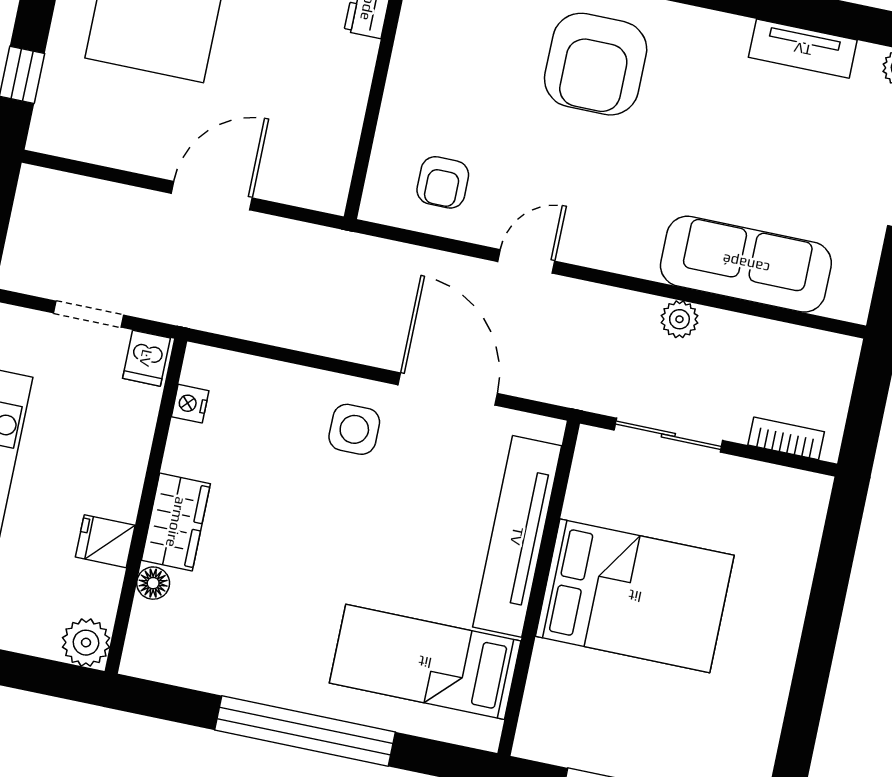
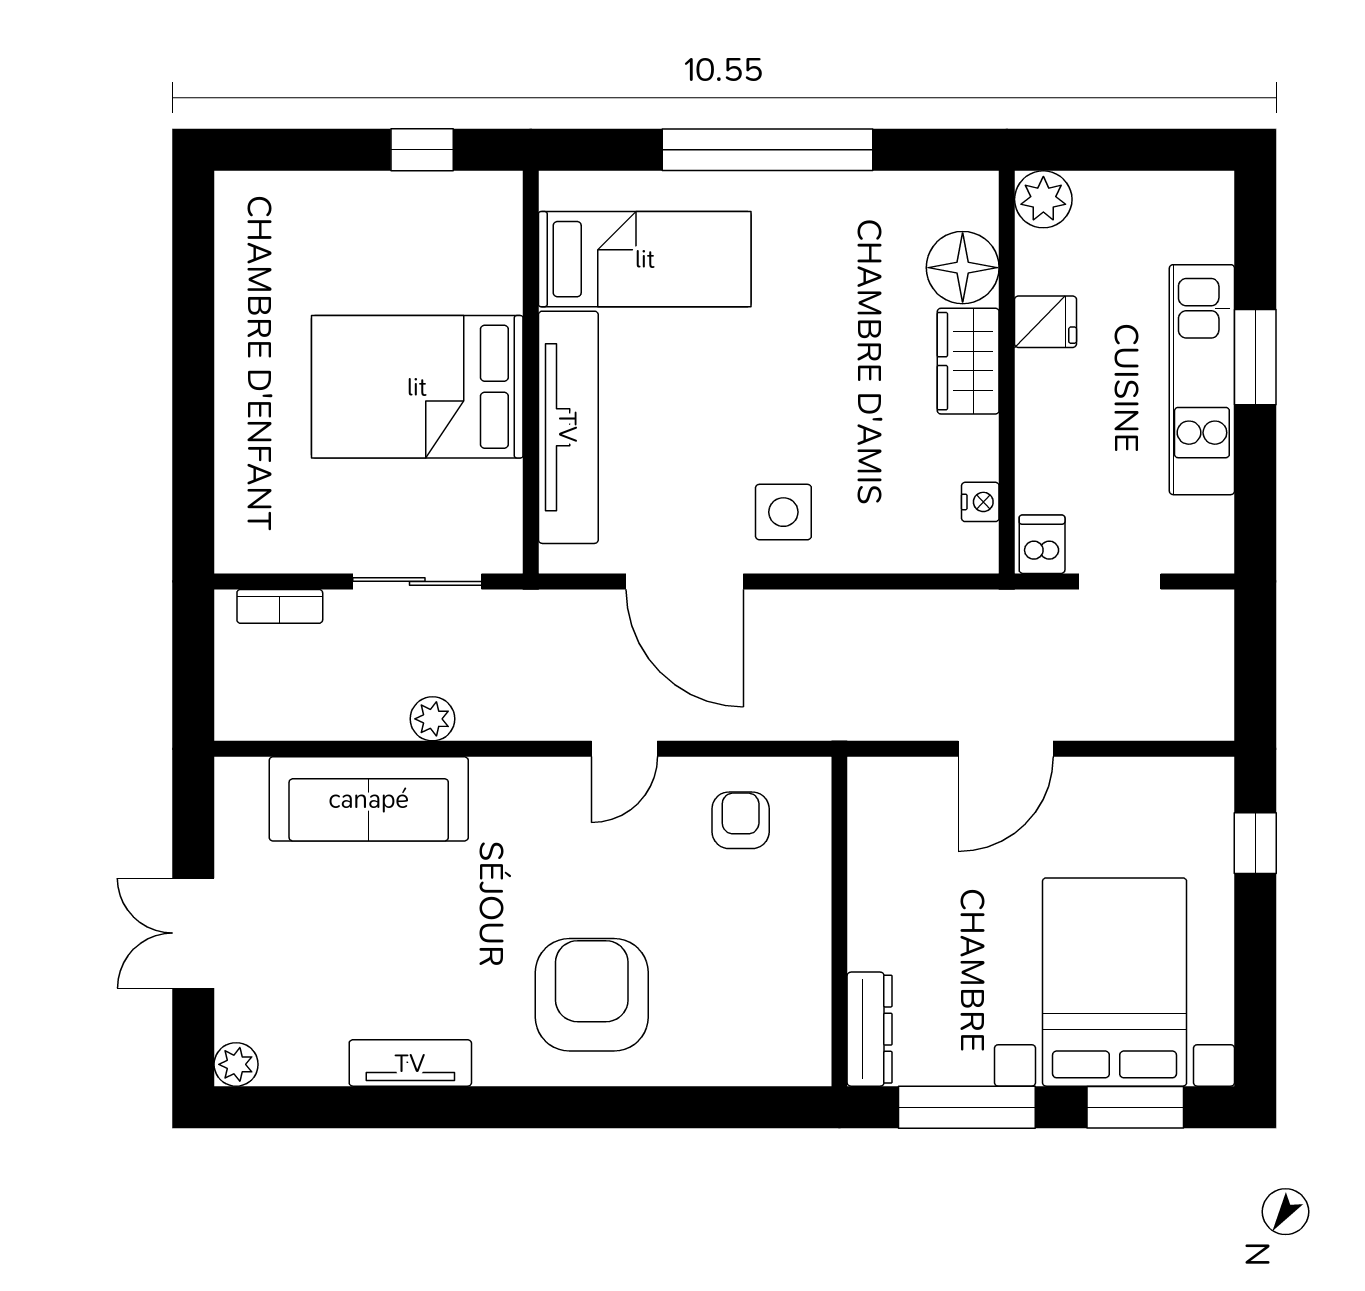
tv unit: (803, 49) -> (410, 1063), moved
floor lamp: (153, 583) -> (963, 268), width x1.89, depth x1.89

